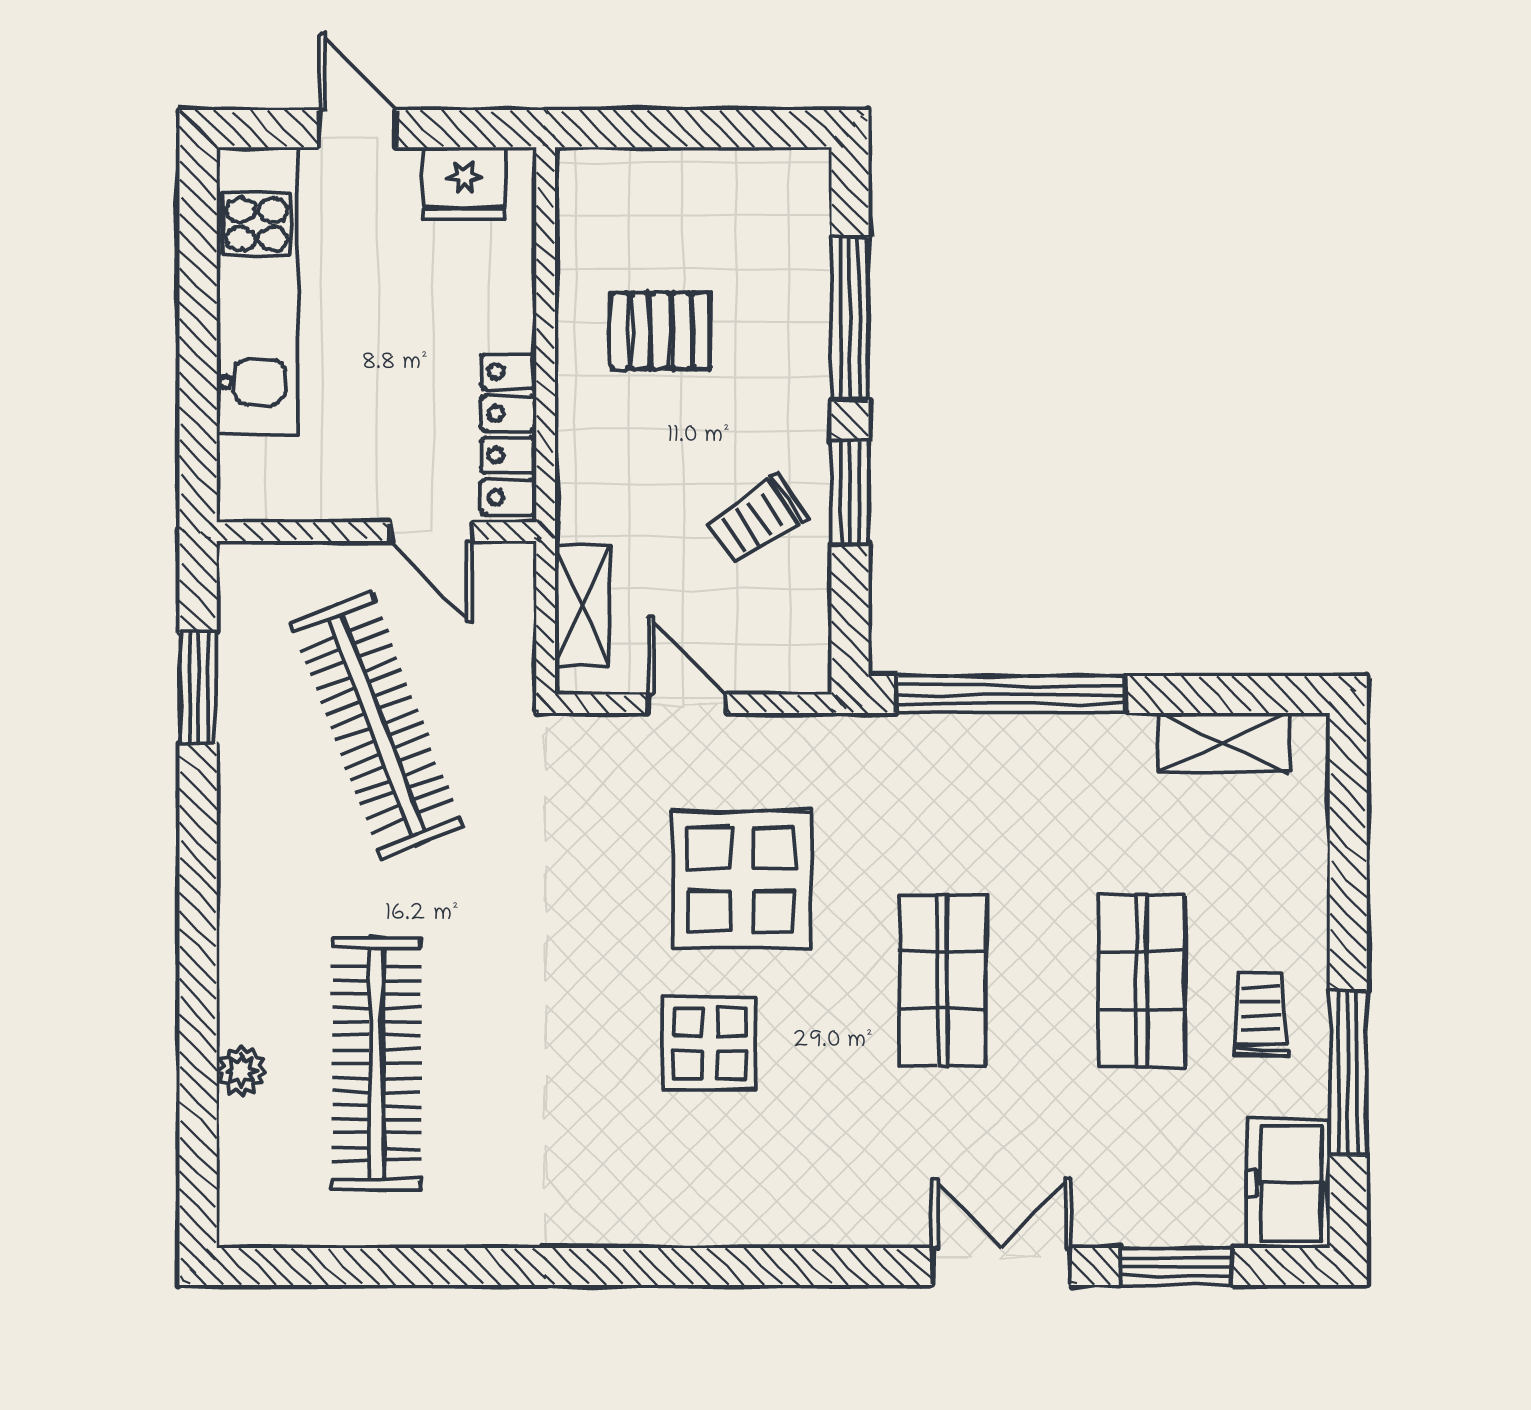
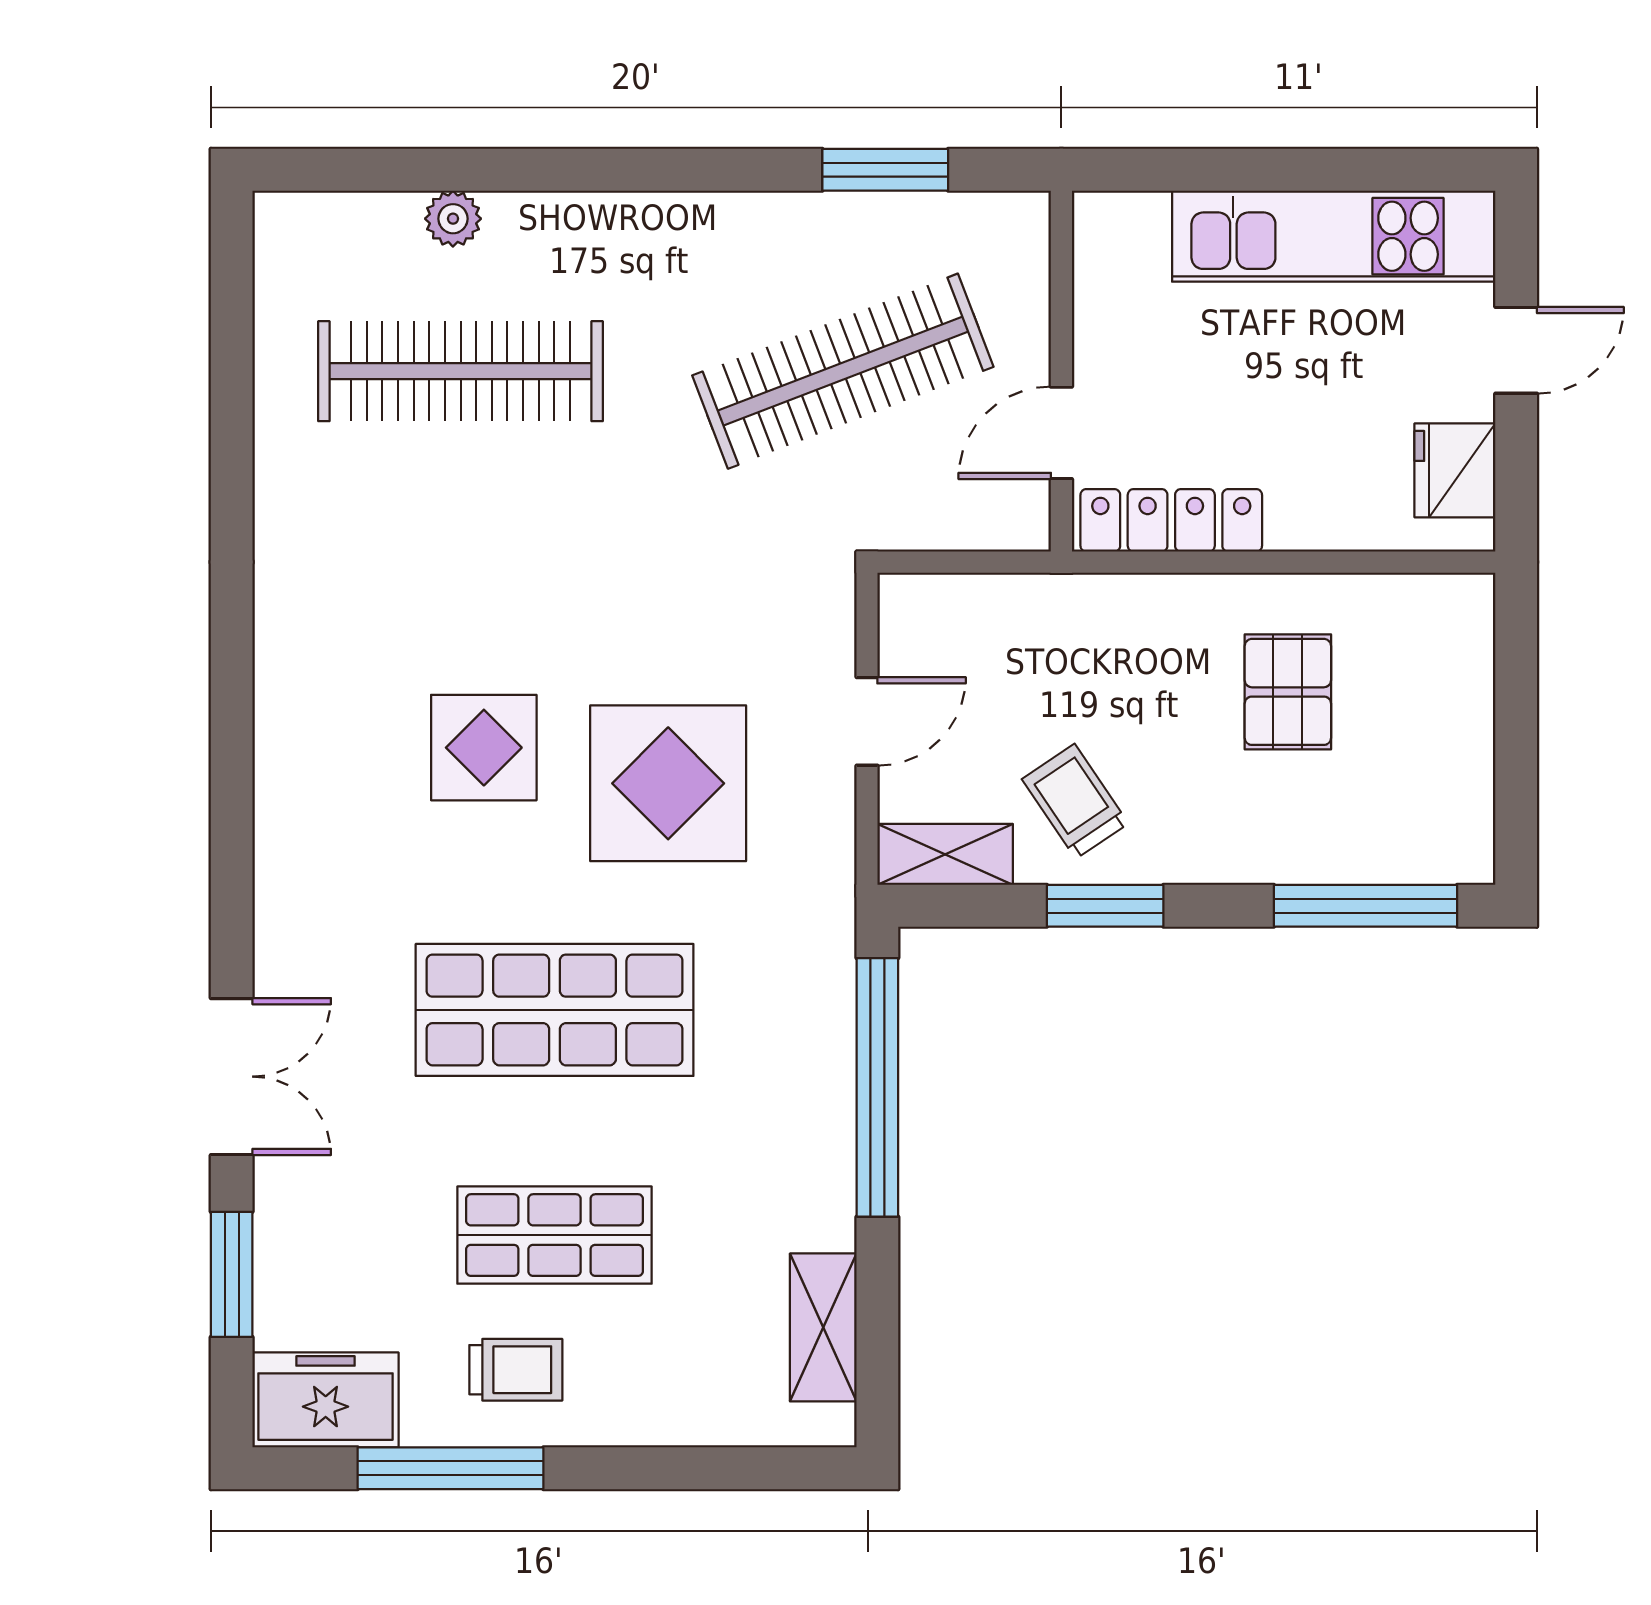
window: (850, 318) -> (1366, 906), moved
shelving: (582, 605) -> (945, 854), moved
shop shelf: (942, 981) -> (555, 1010), width x1.43, depth x1.36

